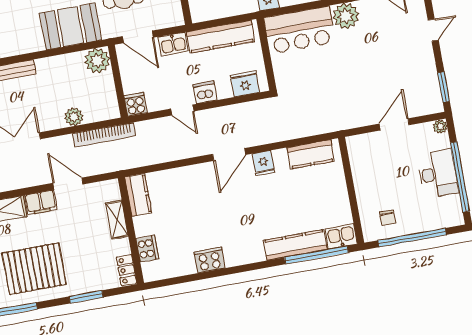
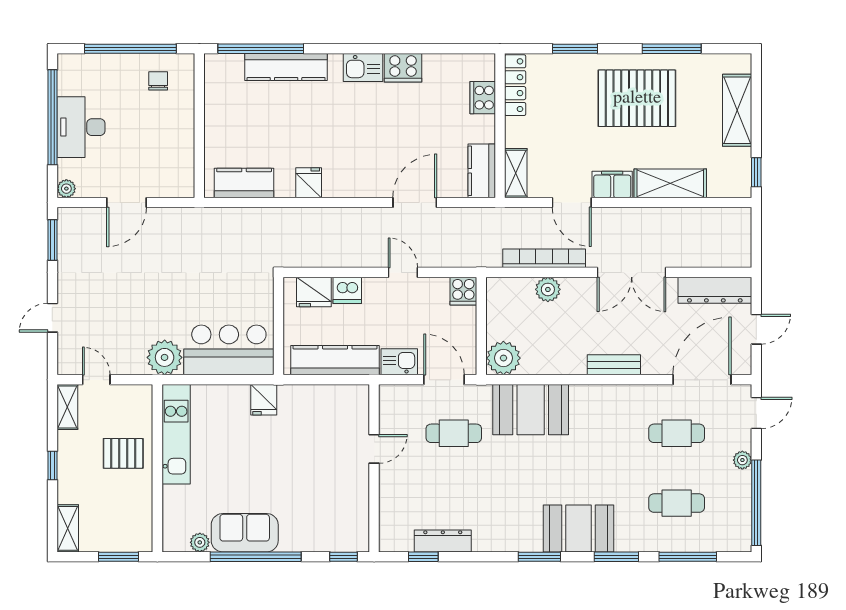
dishwasher: (205, 92) -> (347, 290), moved
bookcase: (104, 135) -> (544, 258), moved
door: (229, 154) -> (415, 202), moved
shelving: (117, 219) -> (516, 173), moved
kitchen sink: (341, 236) -> (363, 68), moved
locker: (127, 270) -> (515, 85), width x1.53

